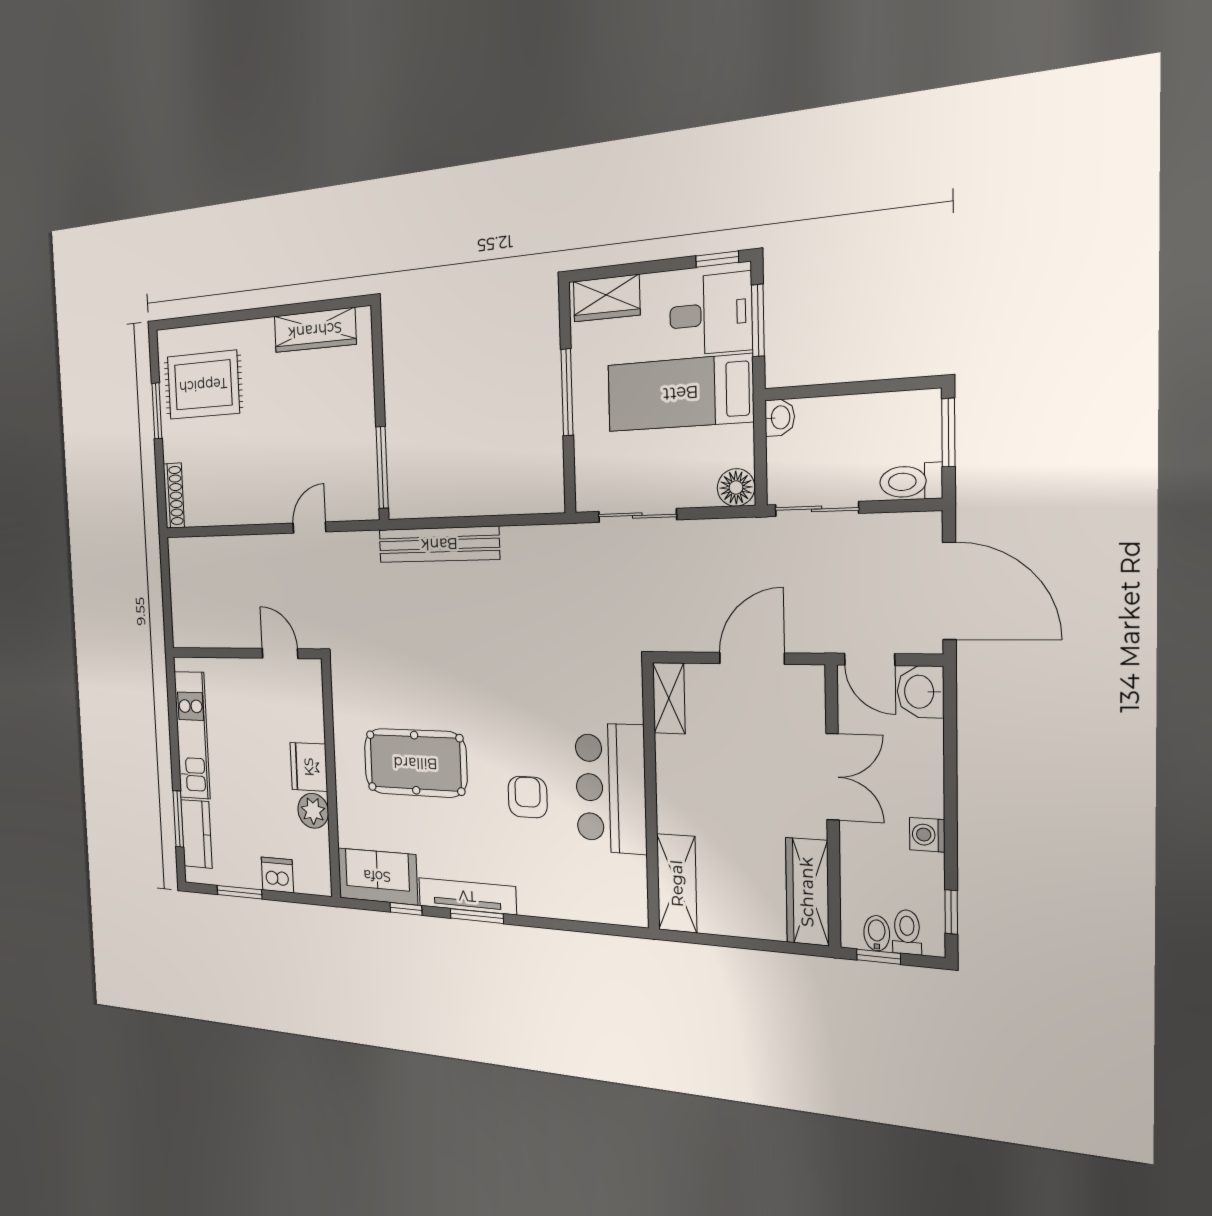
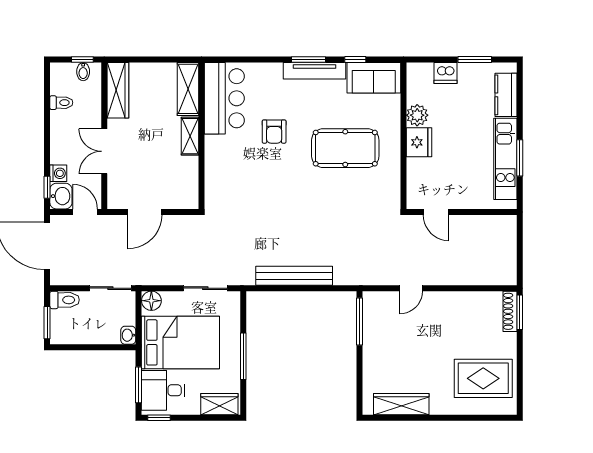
bed: (680, 393) -> (180, 342), width x1.50
window: (157, 411) -> (520, 312), moved
bench: (439, 544) -> (294, 276), moved
shelving: (669, 698) -> (190, 136), moved
bar counter: (611, 788) -> (224, 98), moved
window: (178, 819) -> (520, 158), moved
washing machine: (927, 835) -> (58, 173), moved
window: (951, 912) -> (47, 187), moved
toilet: (907, 932) -> (61, 103), moved, turned -90

